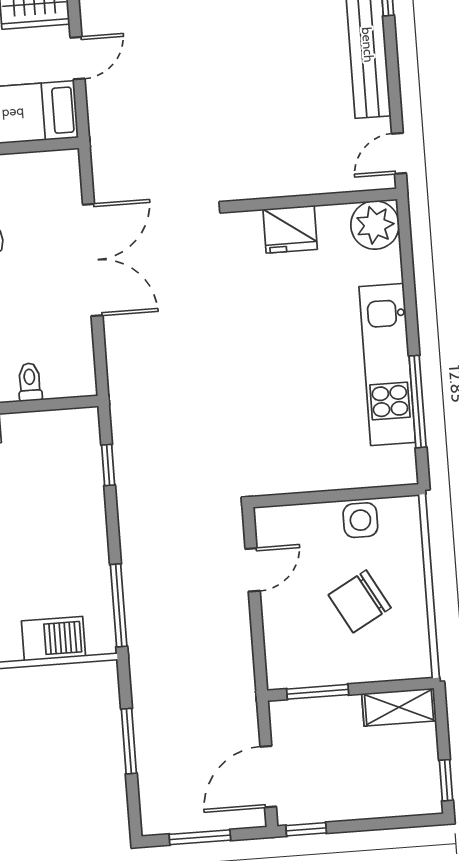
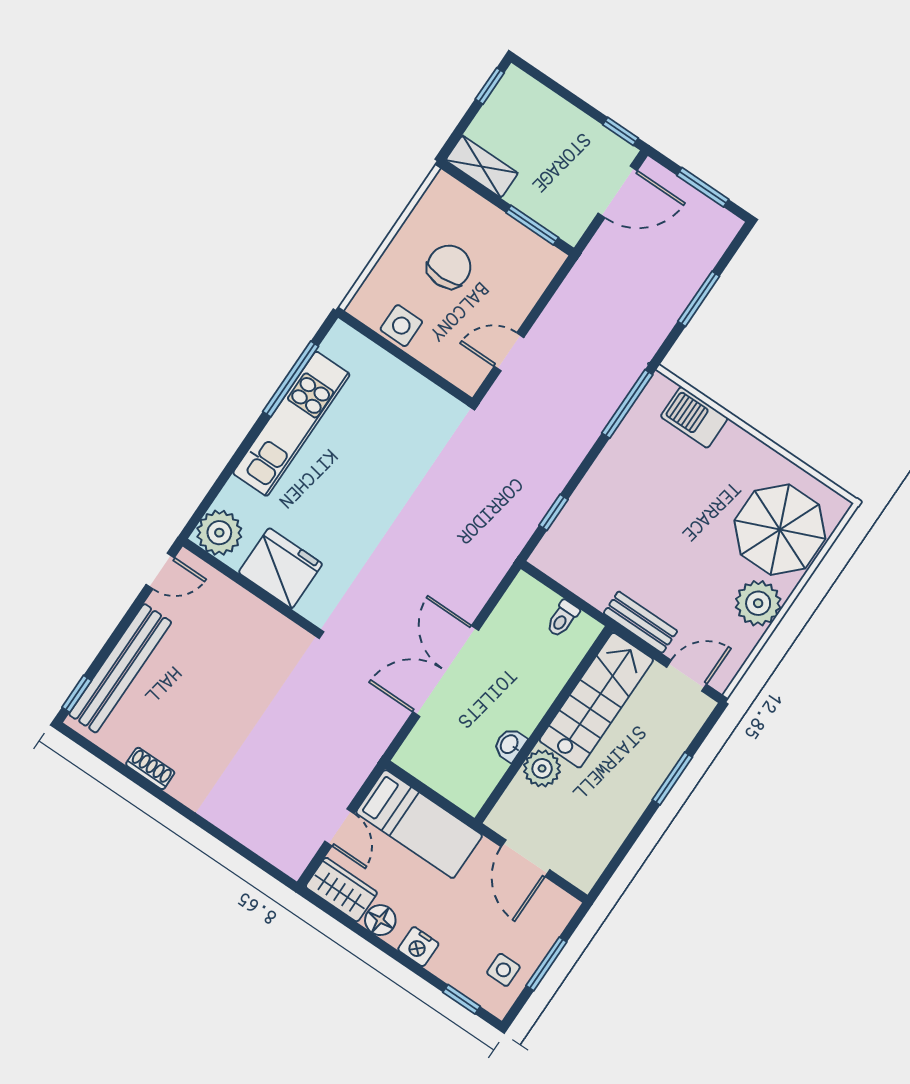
door: (78, 58) -> (339, 827), swing flipped
fridge: (290, 229) -> (280, 568), width x1.36, depth x1.34
chair: (360, 601) -> (449, 267), turned -61

